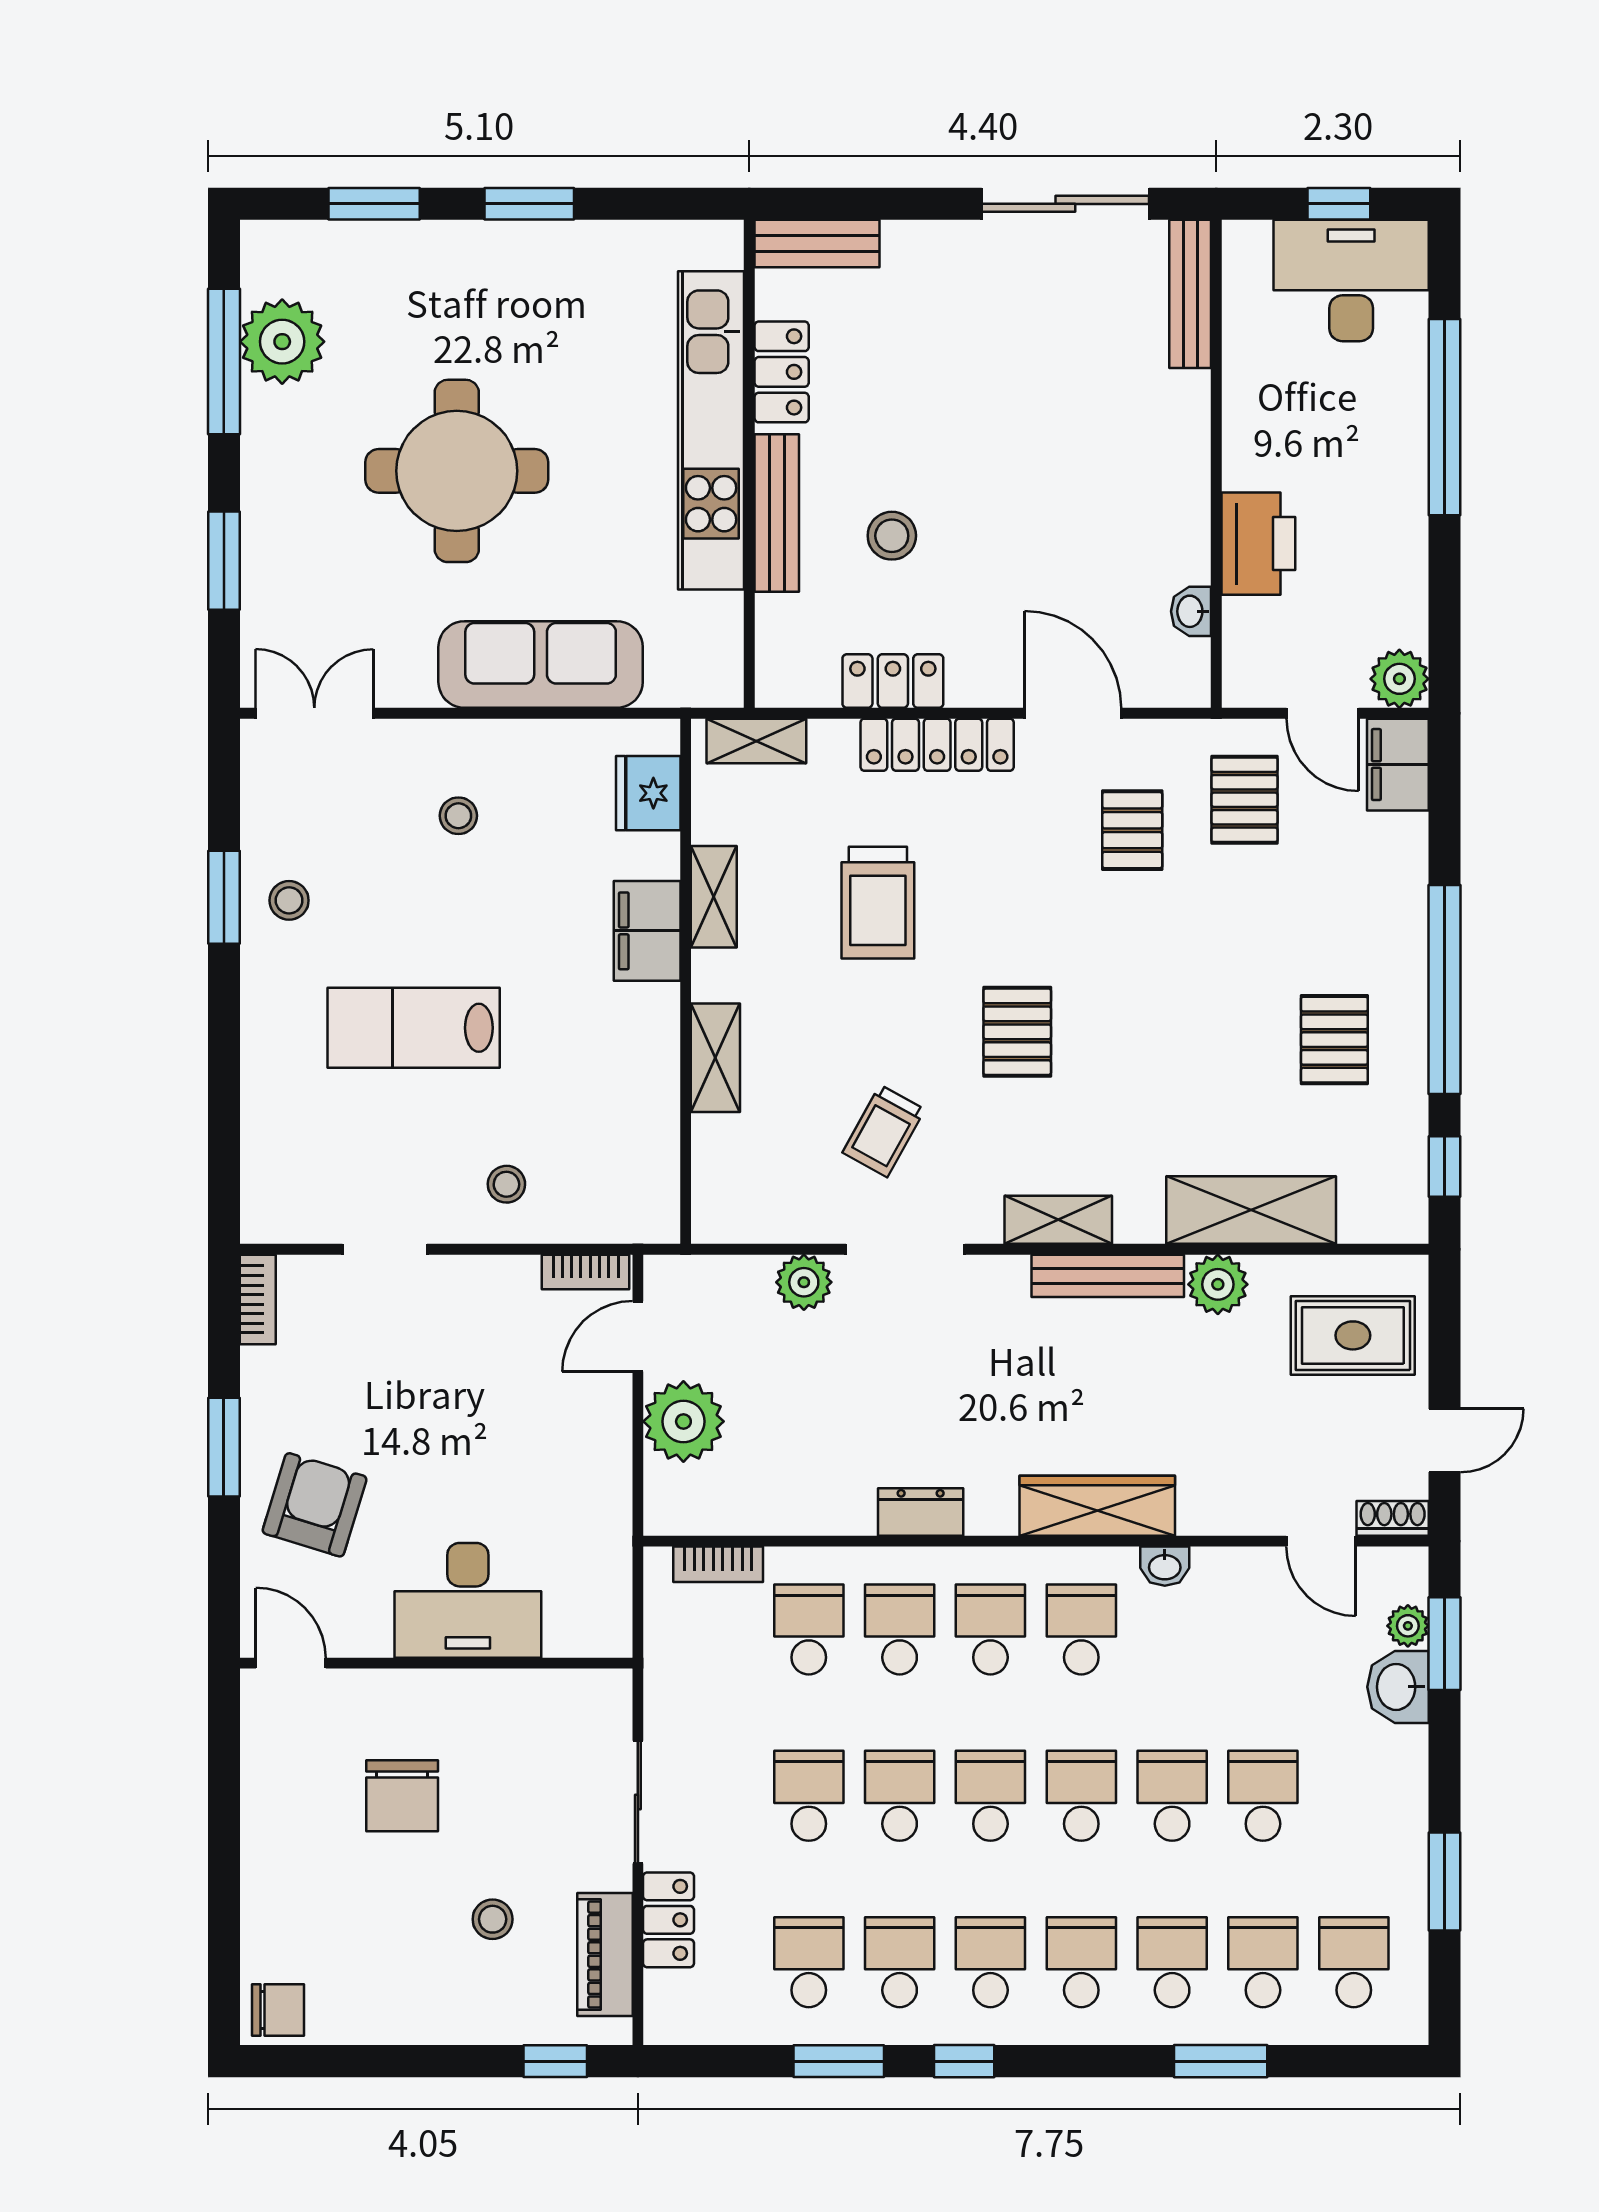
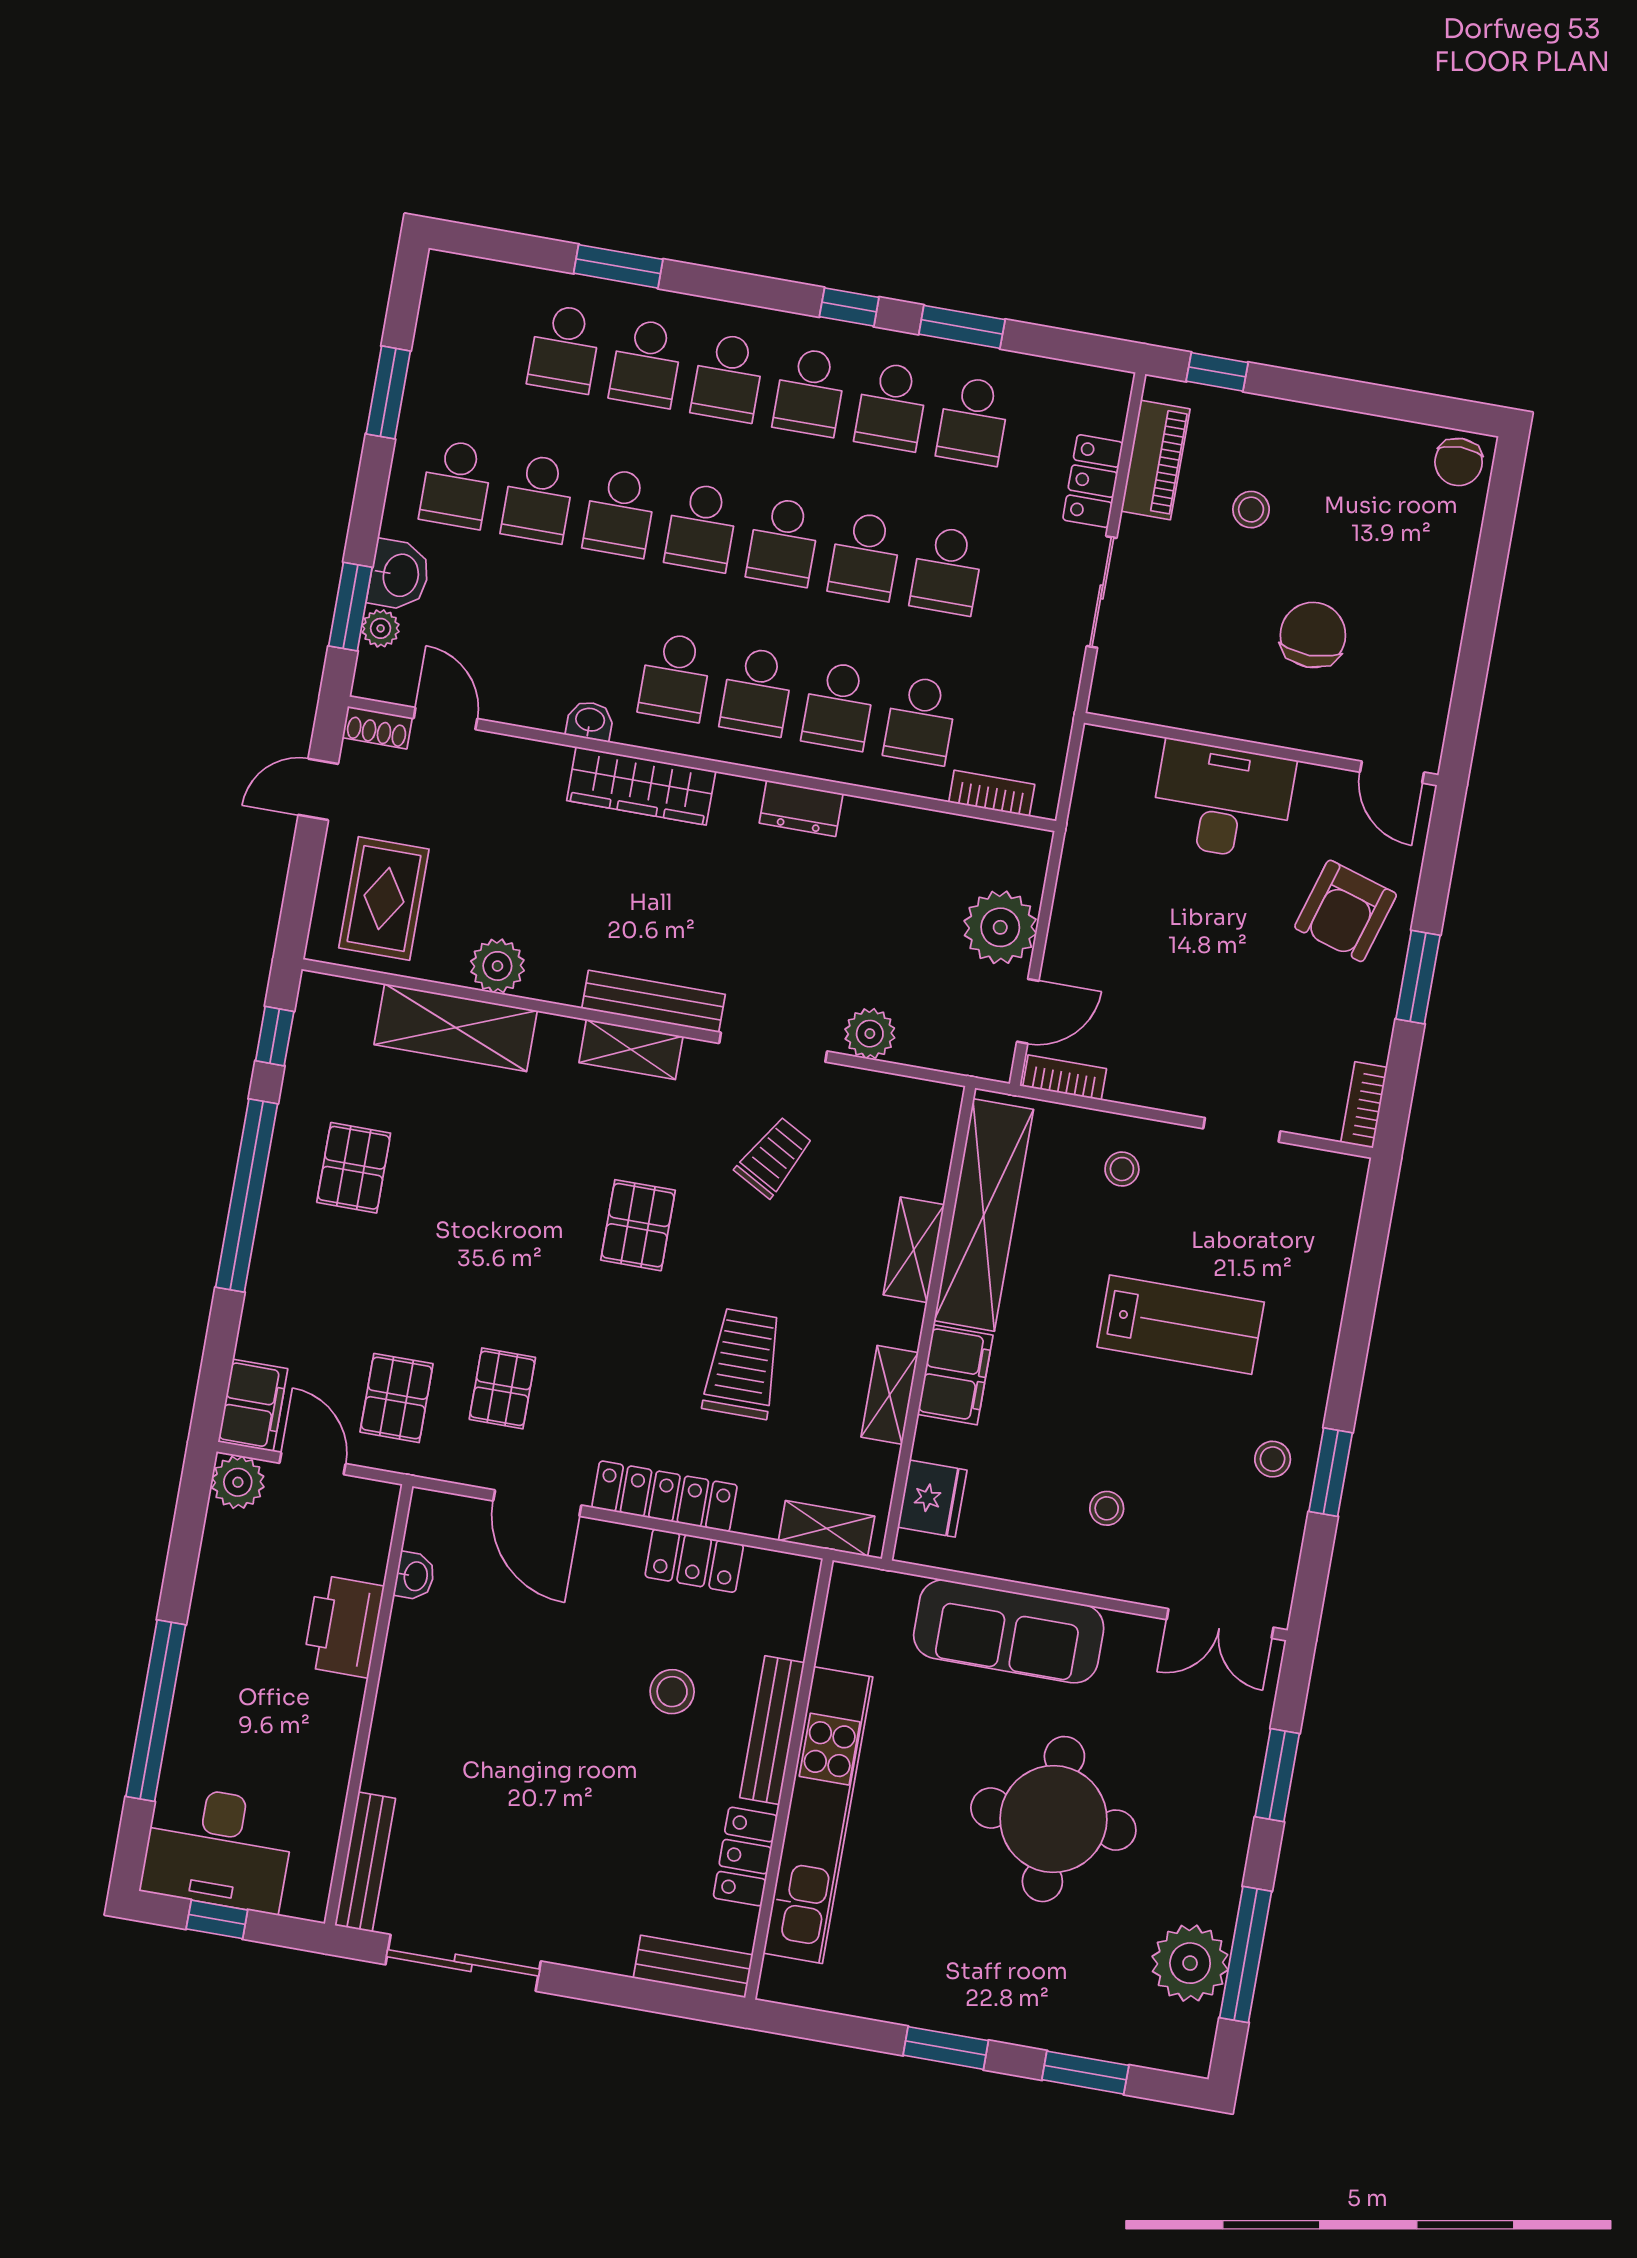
shelving: (647, 1108) -> (984, 1215), added
bench: (1108, 1276) -> (654, 1001), moved
rug: (1353, 1335) -> (384, 899), turned 90
school desk: (1354, 1962) -> (456, 484), moved
chair: (278, 2010) -> (1459, 462), turned -90

